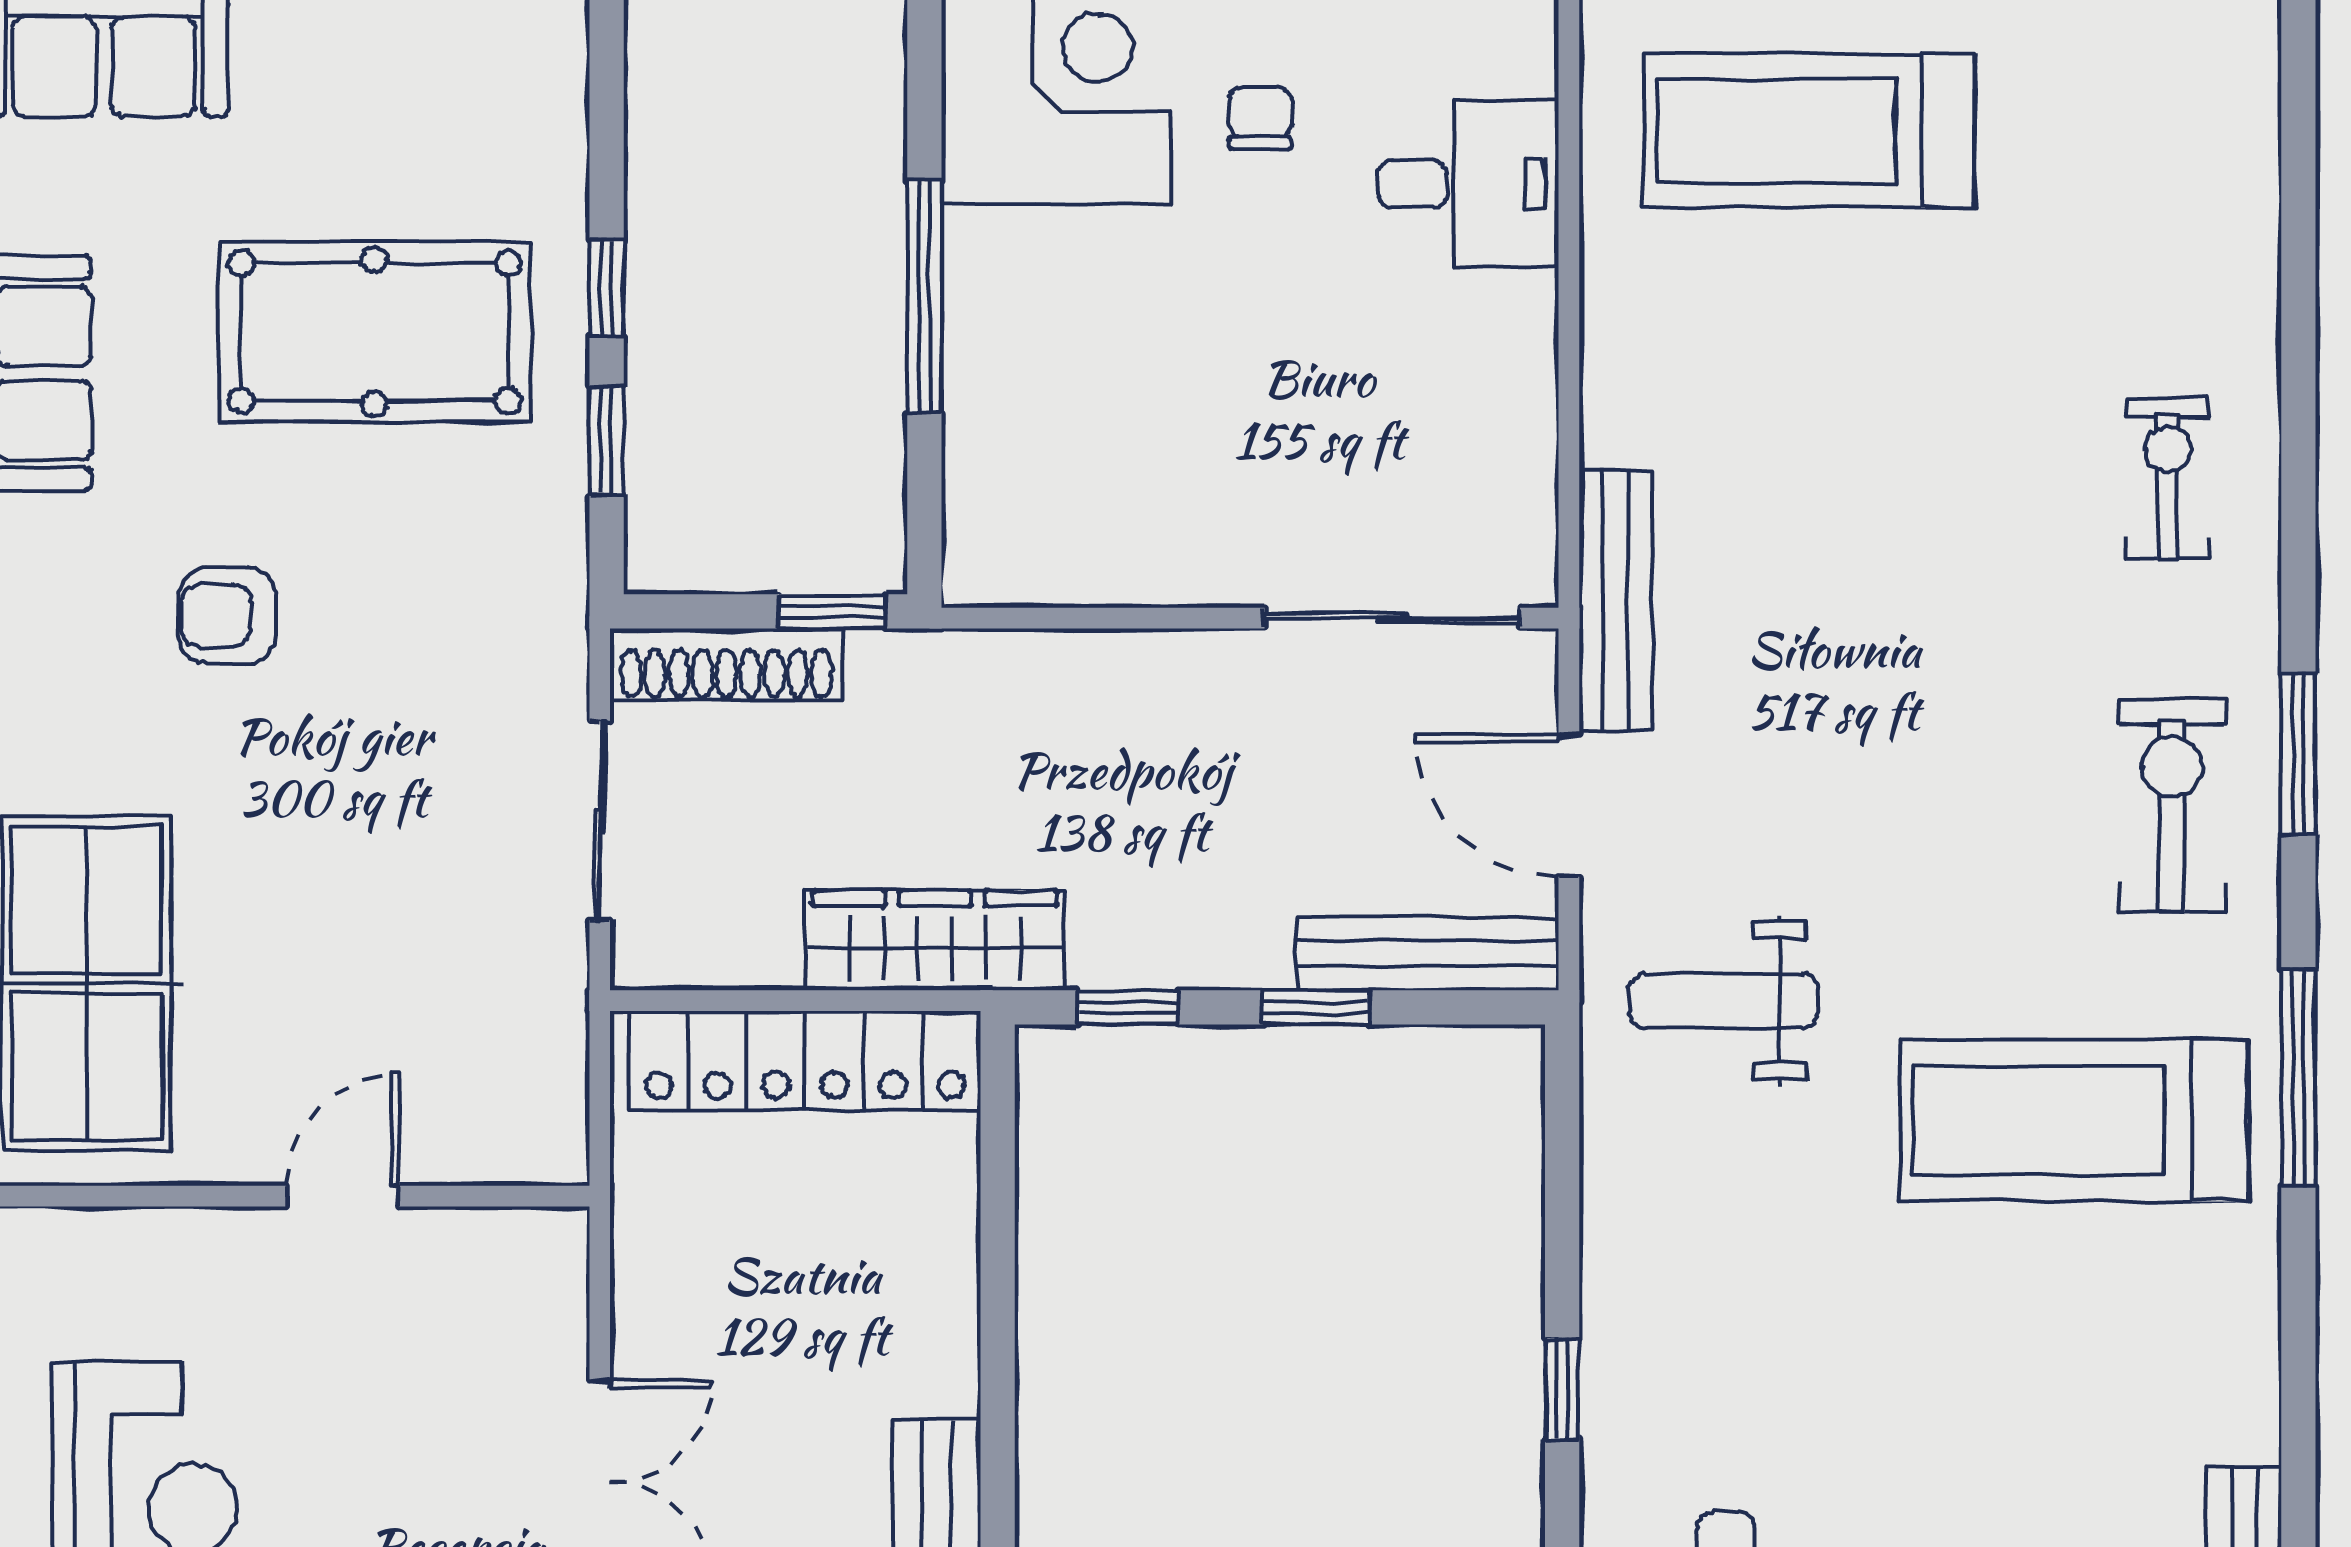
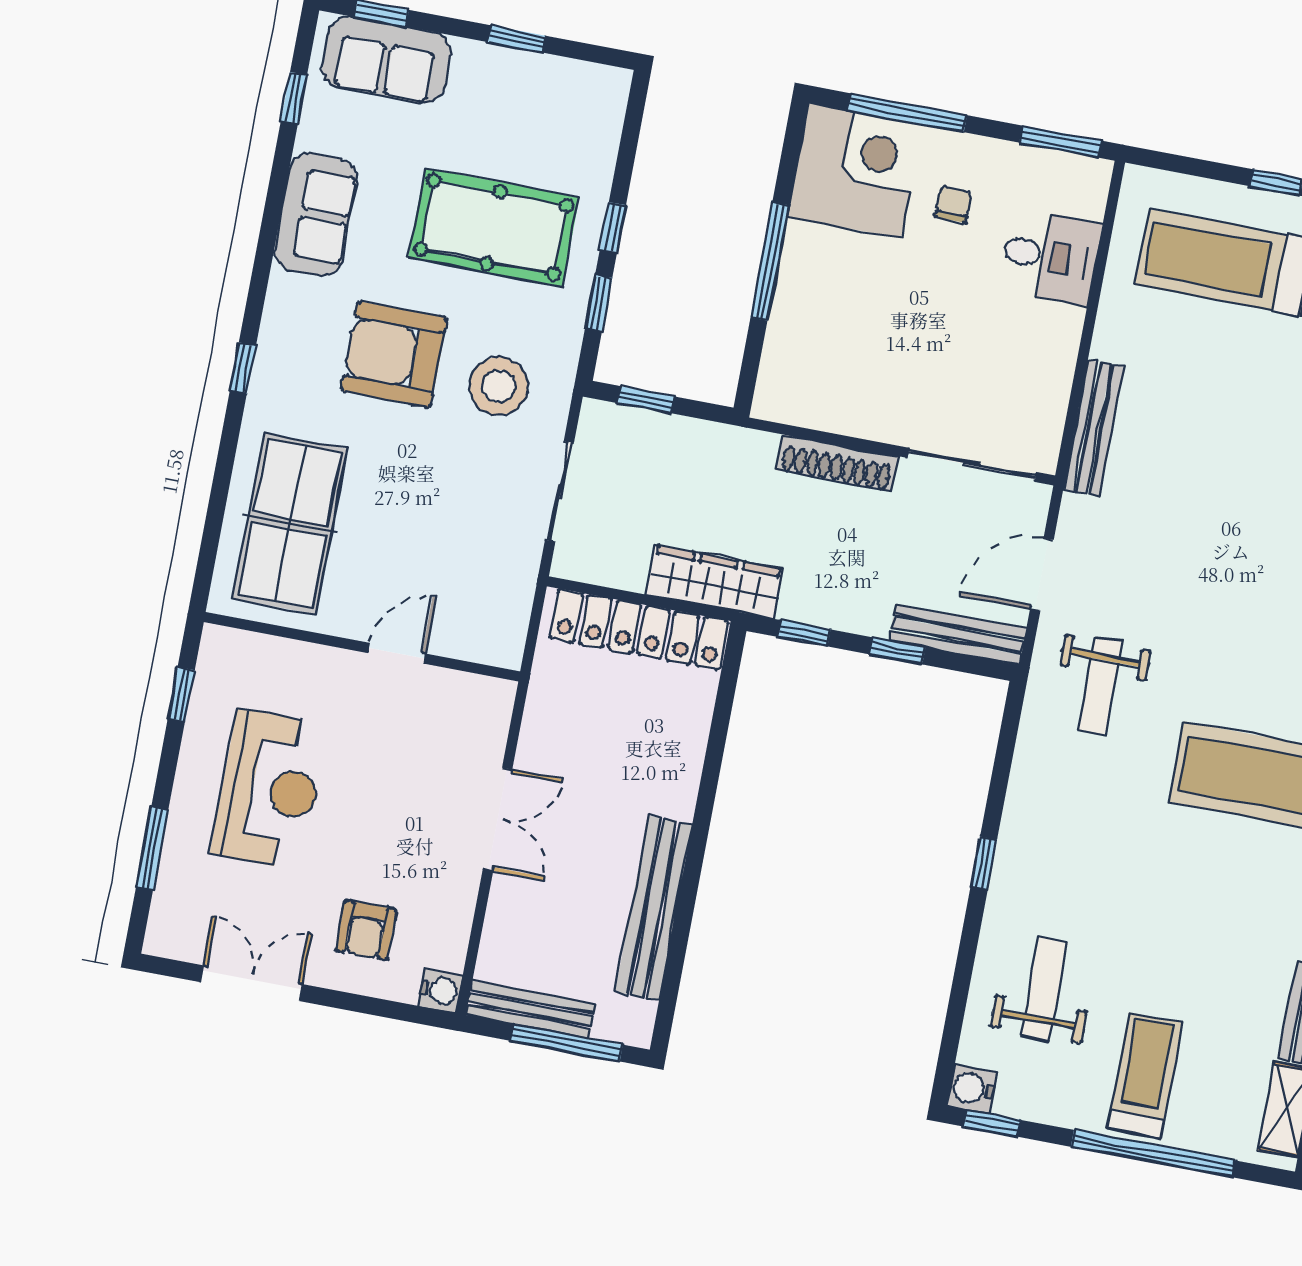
bench: (1616, 600) -> (1094, 428), moved
window: (832, 611) -> (646, 400), moved
armchair: (227, 616) -> (394, 354), width x1.88, depth x1.88
stool: (443, 639) -> (499, 386), added
shoe rack: (726, 664) -> (837, 463), moved
door: (1569, 805) -> (1042, 574), hinge flipped
weight bench: (1723, 1001) -> (1100, 686), turned -90

